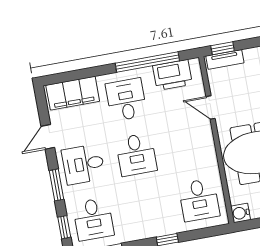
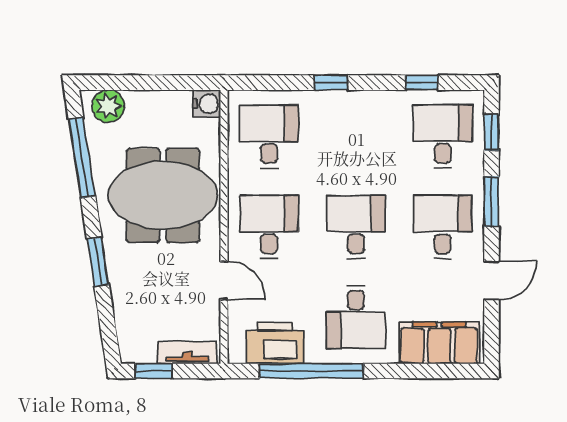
window: (223, 48) -> (154, 371), moved
desk: (189, 145) -> (269, 227), added
desk: (83, 164) -> (443, 227), turned -90

